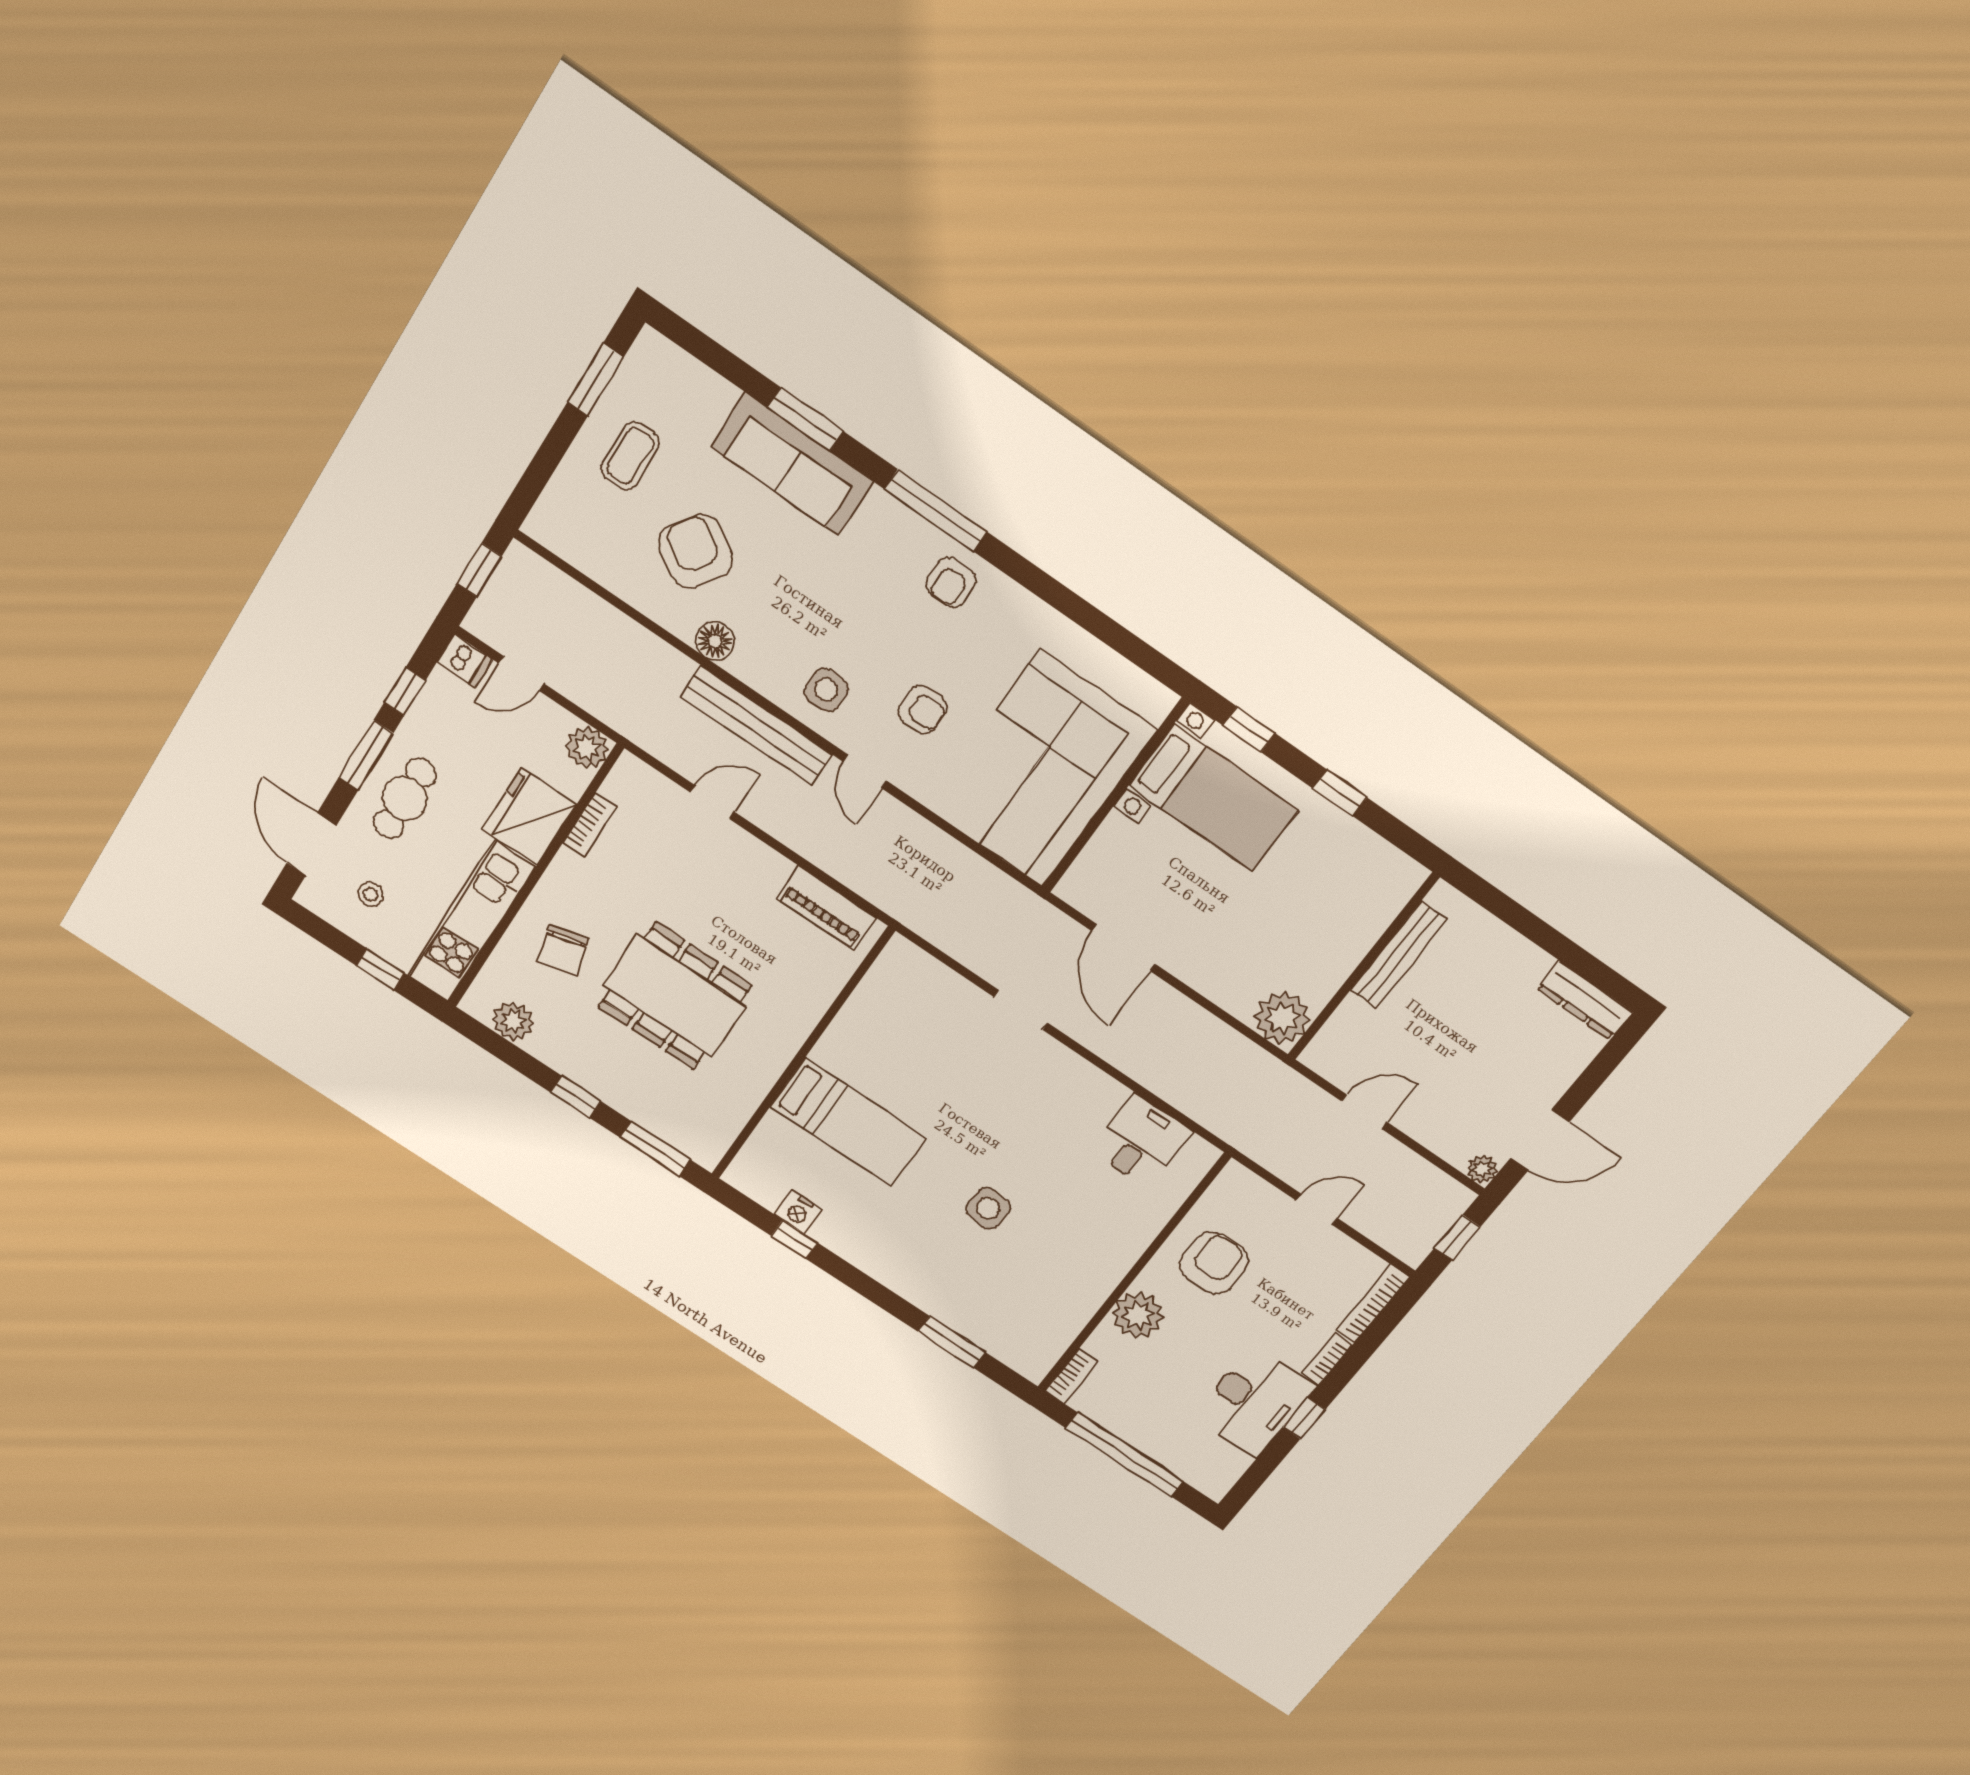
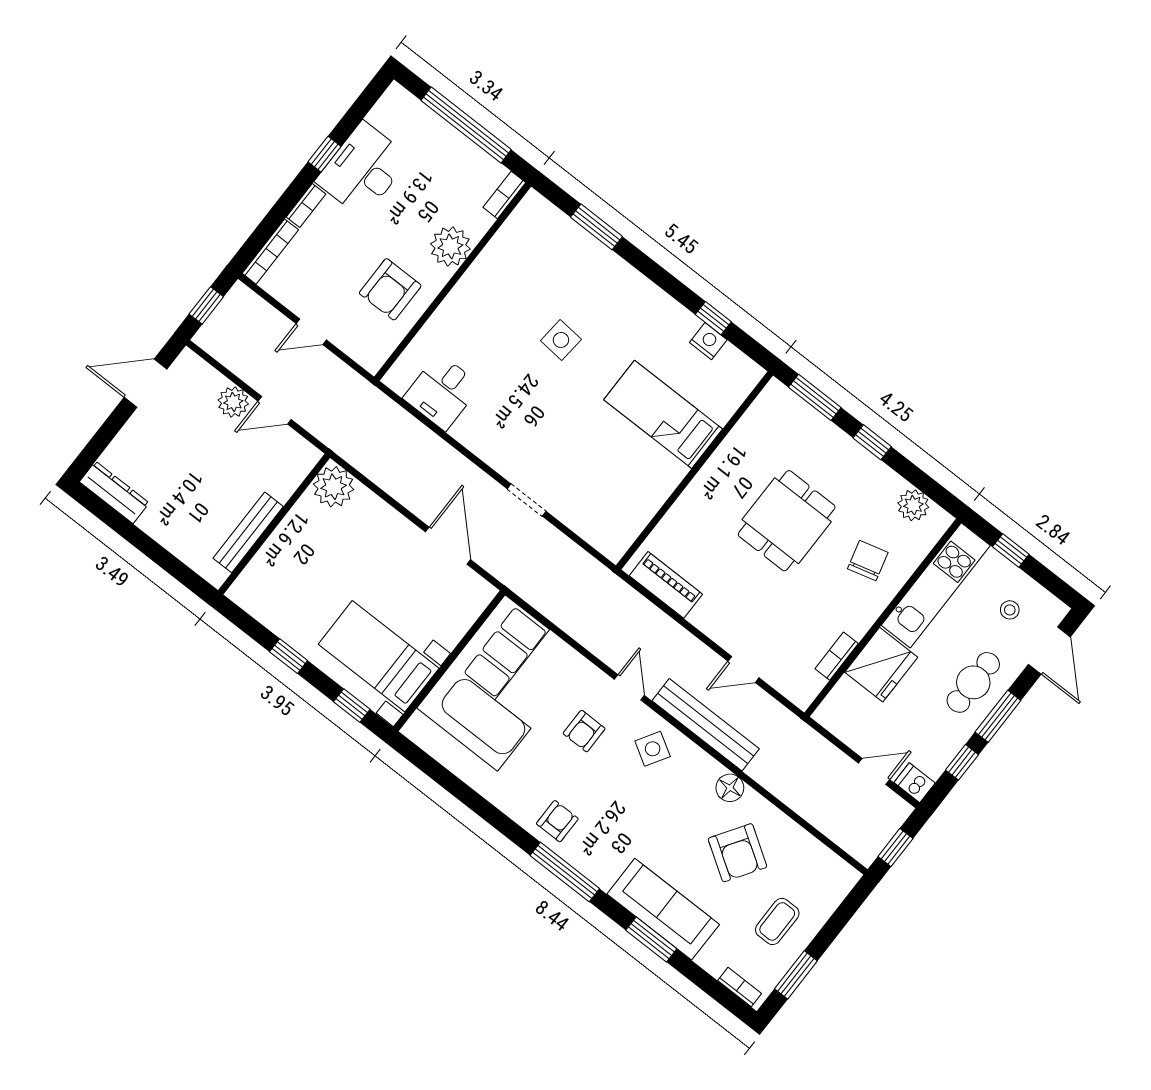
bookcase: (673, 357) -> (740, 987), added
side table: (826, 690) -> (653, 749), turned 31
armchair: (922, 709) -> (584, 731), turned -90
plant: (587, 748) -> (832, 714), removed
dining table: (675, 996) -> (787, 521), width x0.73
plant: (1482, 1169) -> (233, 402), moved, width x1.38, depth x1.38

